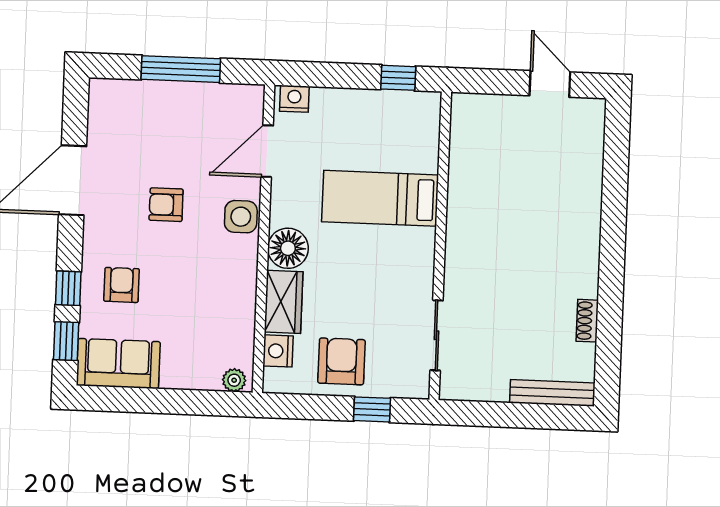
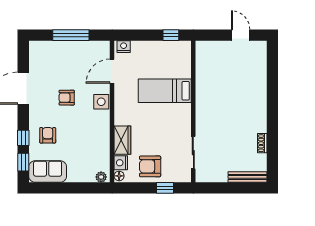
floor lamp: (288, 248) -> (119, 176), moved, width x0.53, depth x0.53
armchair: (341, 361) -> (150, 166), turned -90

